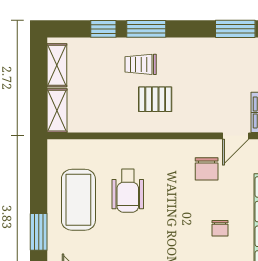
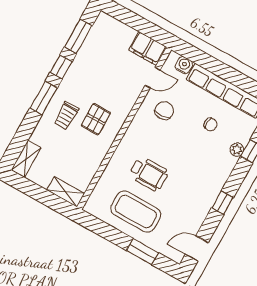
window: (103, 29) -> (61, 67), moved
shelving: (57, 65) -> (26, 159), moved, turned 90
door: (236, 136) -> (153, 78), hinge flipped
chair: (207, 169) -> (164, 111), turned -93

